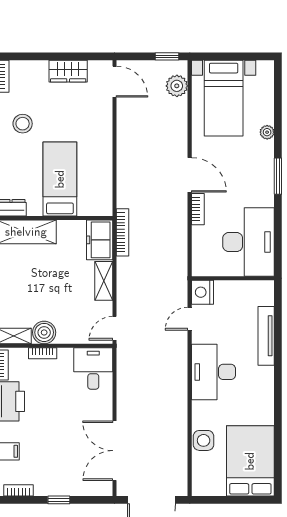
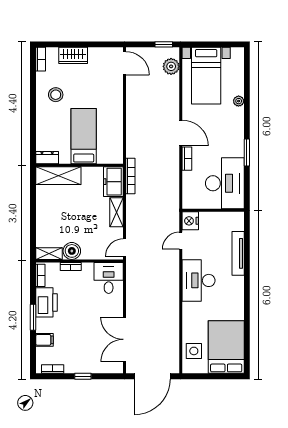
wardrobe: (68, 71) -> (73, 55), moved
window: (278, 176) -> (247, 153), moved
side table: (204, 440) -> (194, 351), moved

